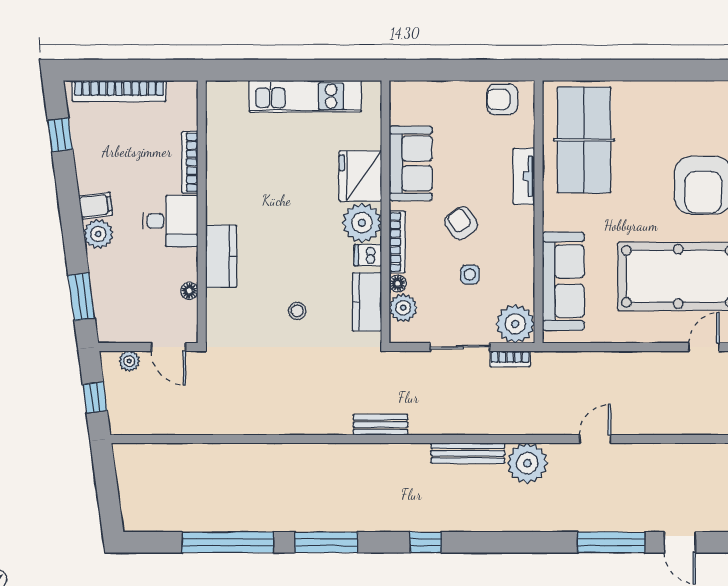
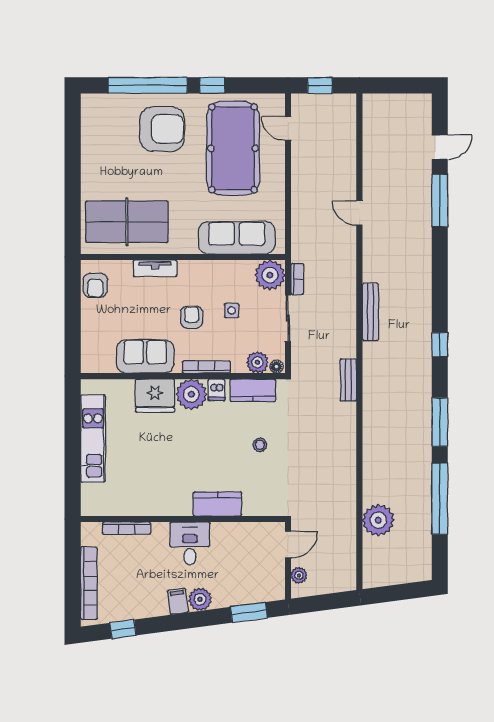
bookcase: (190, 162) -> (127, 528), moved
armchair: (461, 223) -> (192, 317), turned 125
floor lamp: (398, 283) -> (276, 367), moved
floor lamp: (189, 291) -> (244, 529), removed
window: (95, 397) -> (327, 602), removed
plant: (527, 463) -> (378, 520), moved

